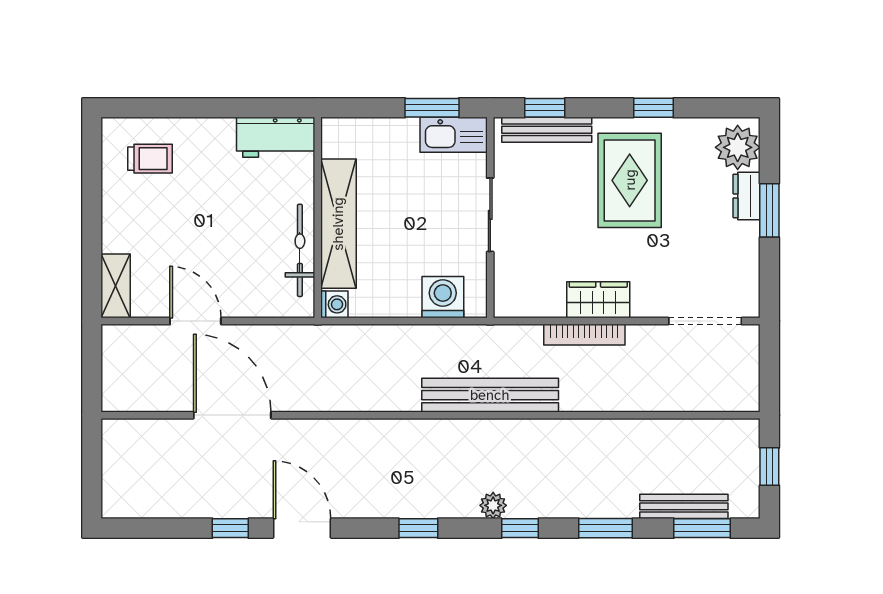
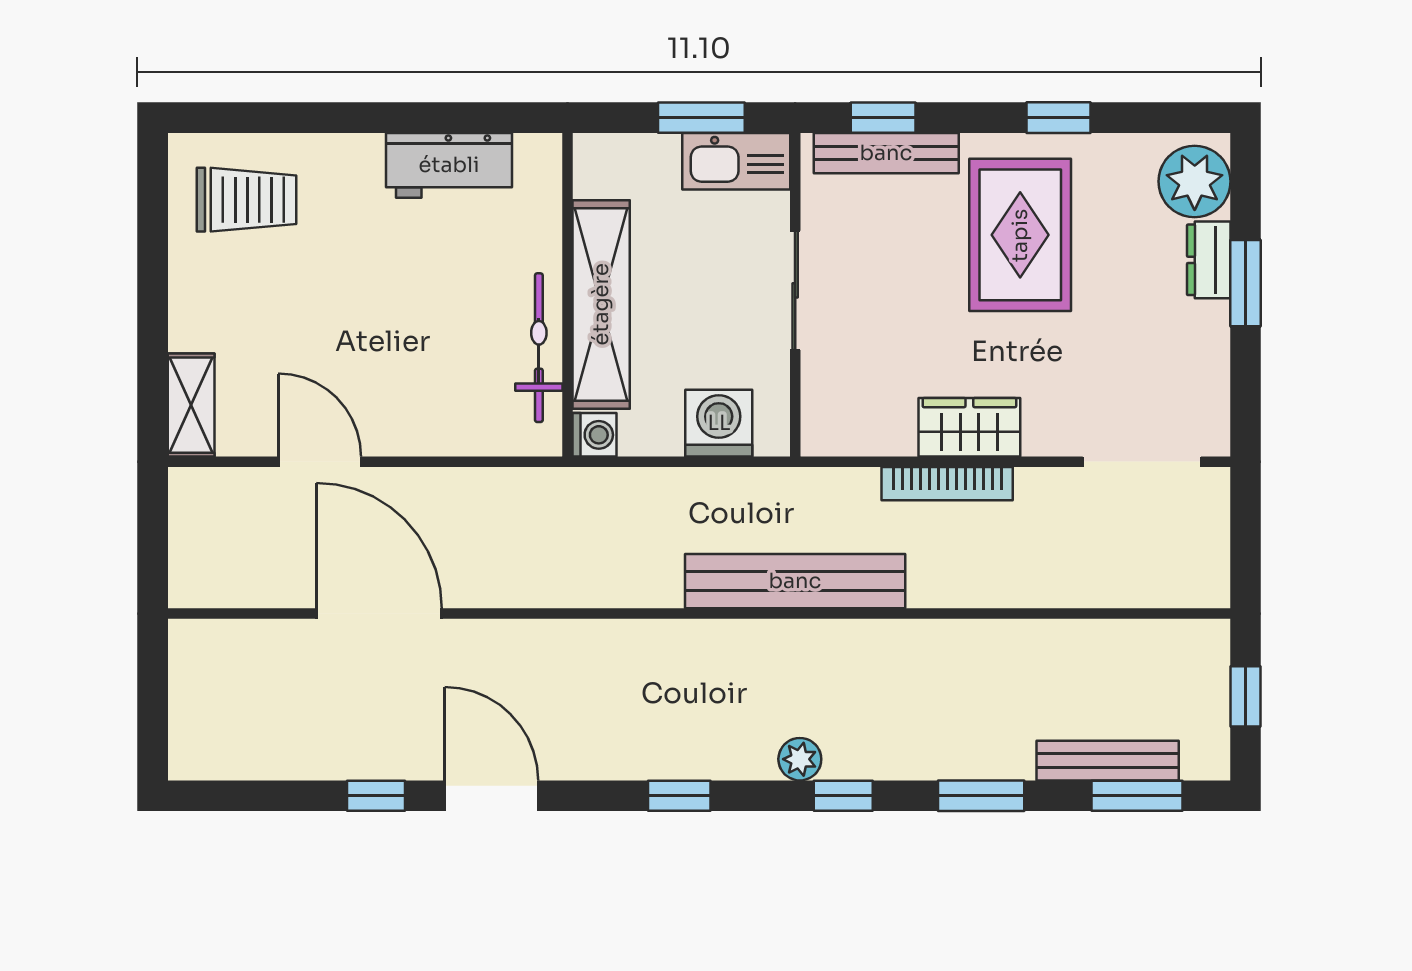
trolley: (150, 159) -> (246, 200), width x1.36, depth x1.39
wall: (318, 218) -> (568, 295), moved
shelving: (338, 224) -> (601, 304), moved
bicycle: (300, 250) -> (539, 348), moved
washing machine: (334, 304) -> (594, 435), moved

